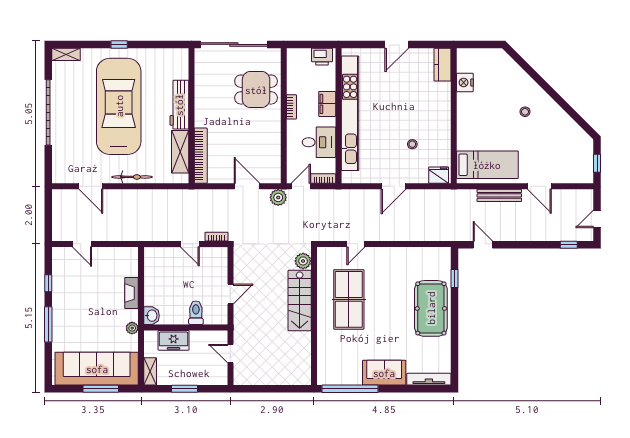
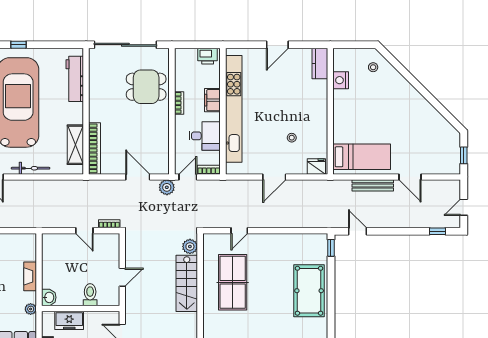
workbench: (179, 105) -> (75, 79), moved
stool: (525, 112) -> (373, 67), moved
window: (454, 279) -> (331, 248), moved

